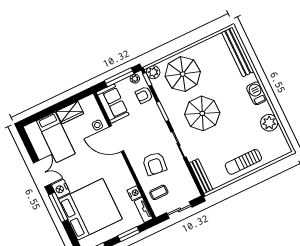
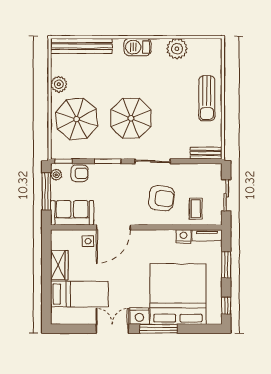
plant: (153, 72) -> (59, 84), moved
armchair: (144, 95) -> (79, 173), turned -90
bench: (201, 176) -> (206, 153), width x0.73

